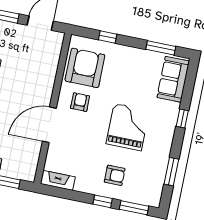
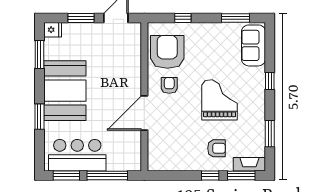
fireplace: (58, 180) -> (249, 164), moved

